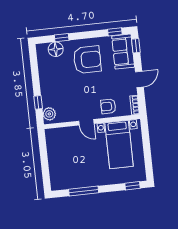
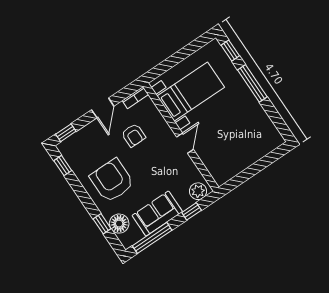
sofa: (123, 52) -> (157, 214), moved, turned 180
window: (34, 66) -> (152, 238), added
door: (139, 79) -> (103, 108), swing flipped
armchair: (108, 106) -> (133, 135), moved
window: (84, 191) -> (252, 83), moved

